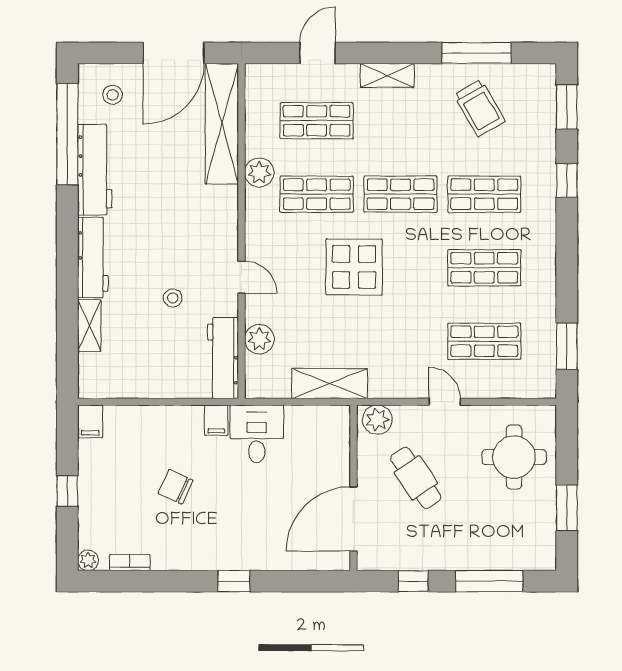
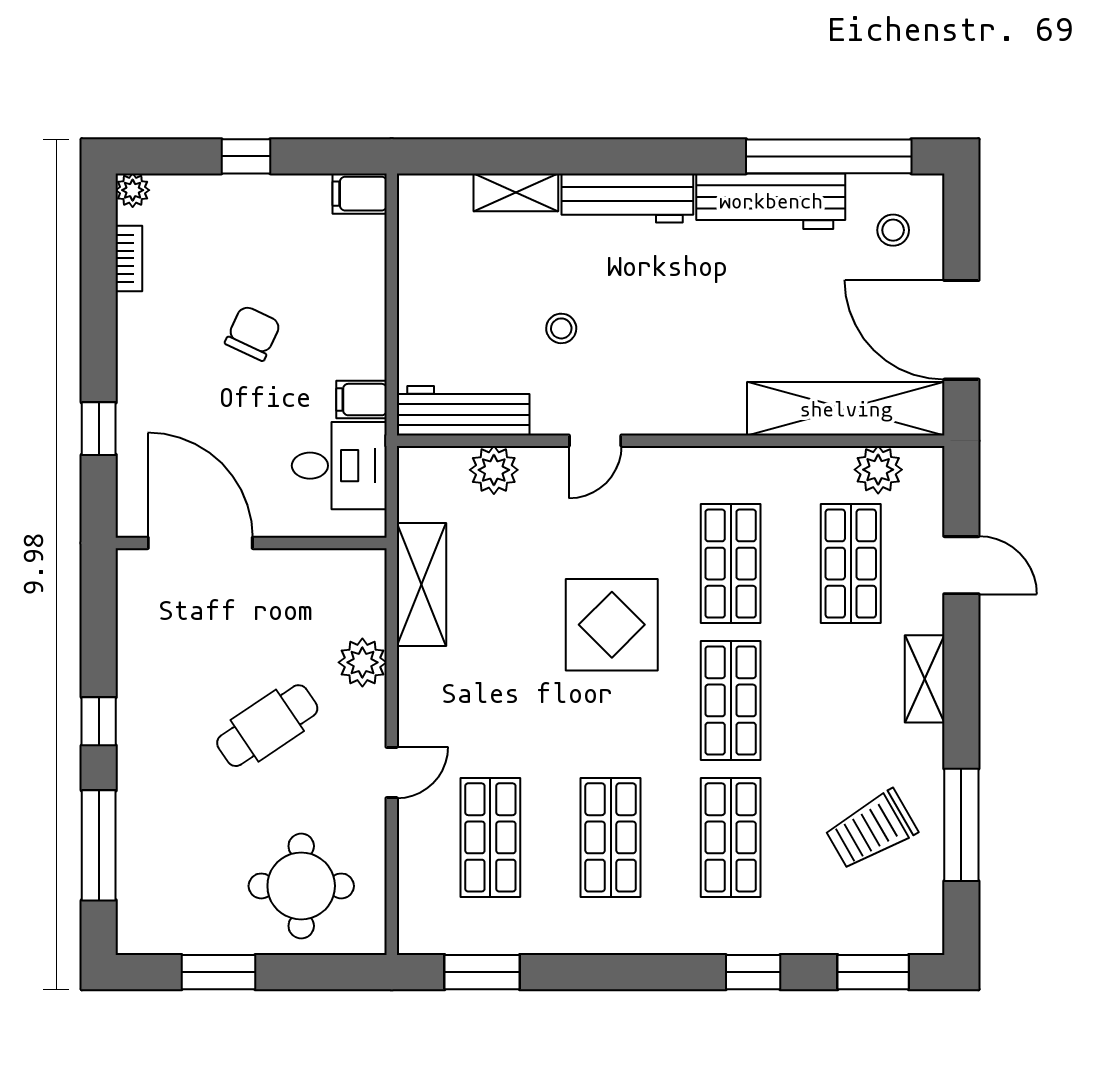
plant: (259, 173) -> (878, 470), moved
wall: (354, 488) -> (251, 543), moved
door: (354, 519) -> (200, 543), moved

